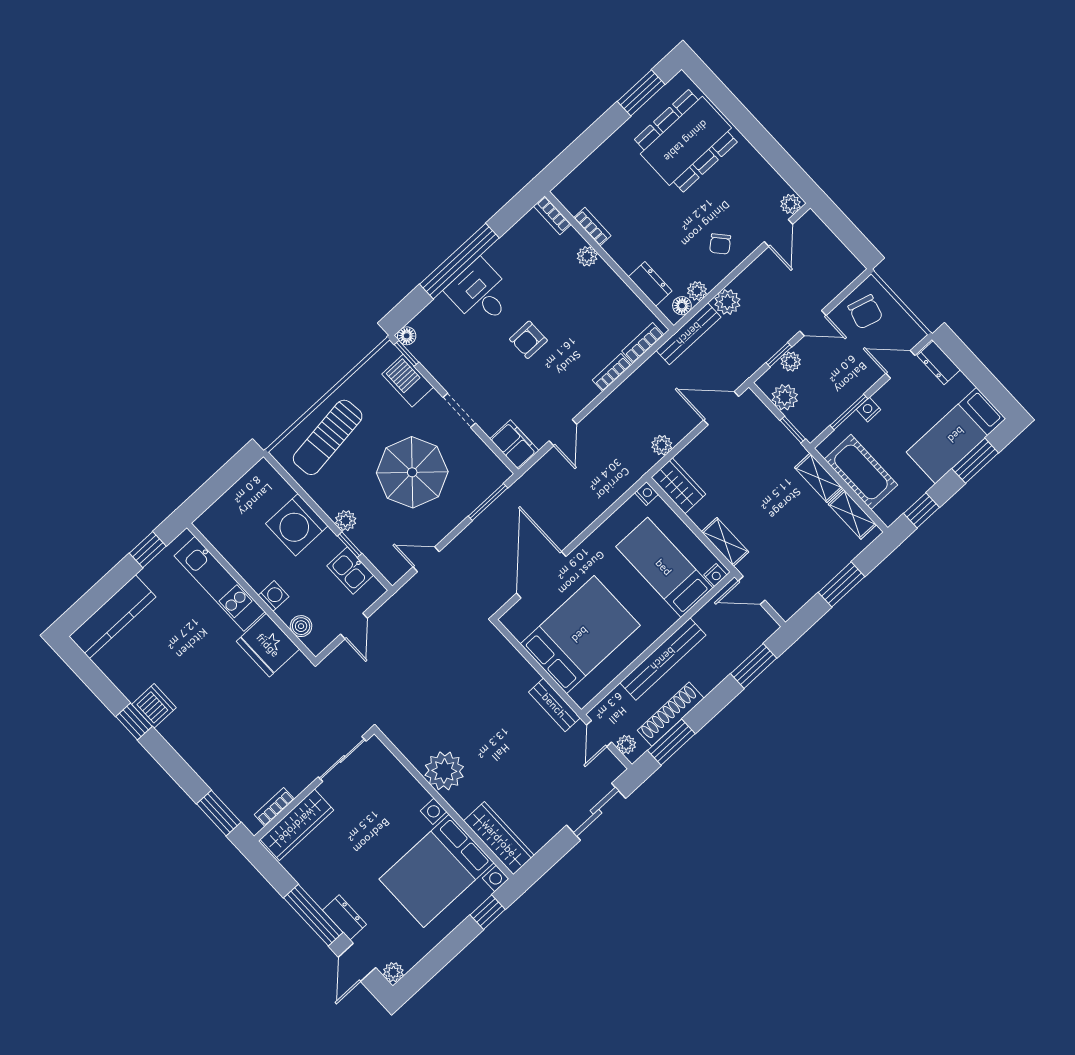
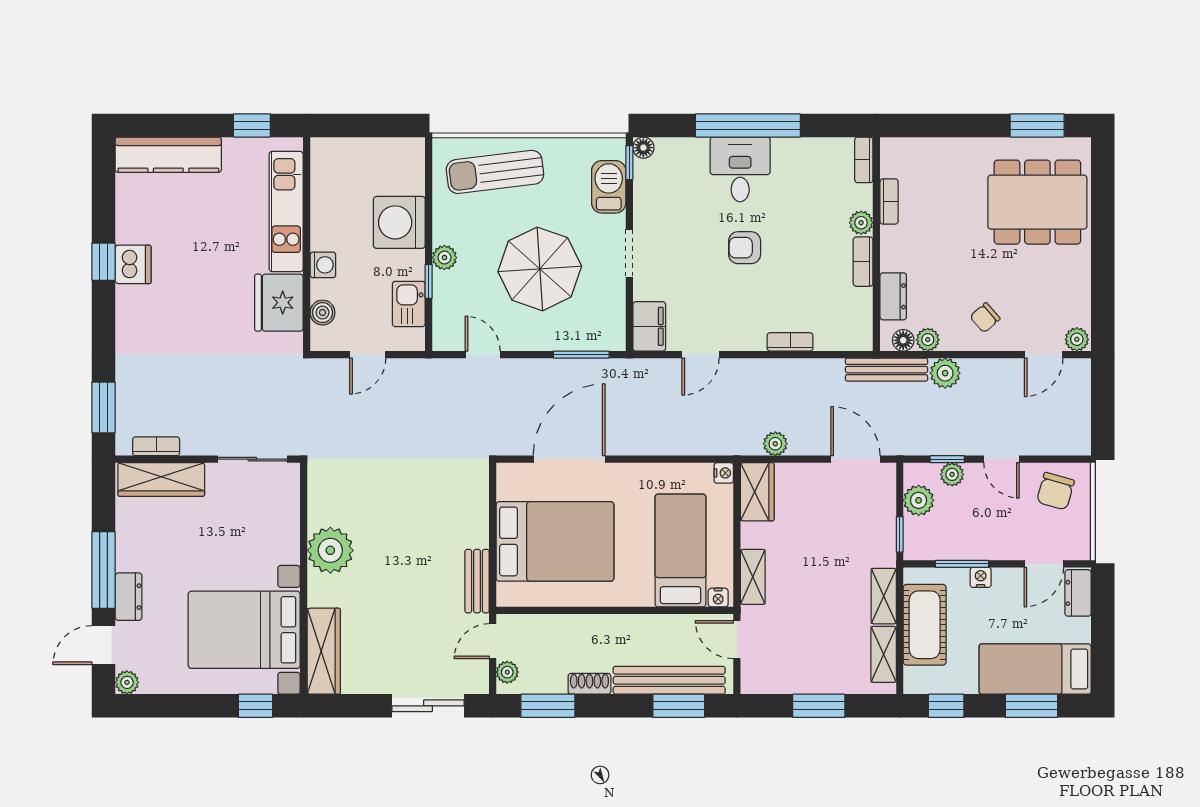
bookcase: (643, 343) -> (863, 262), moved, turned -90
door: (900, 364) -> (1044, 564), swing flipped
bench: (663, 659) -> (669, 680), moved
shoe rack: (671, 714) -> (589, 684), width x0.51, depth x0.81

